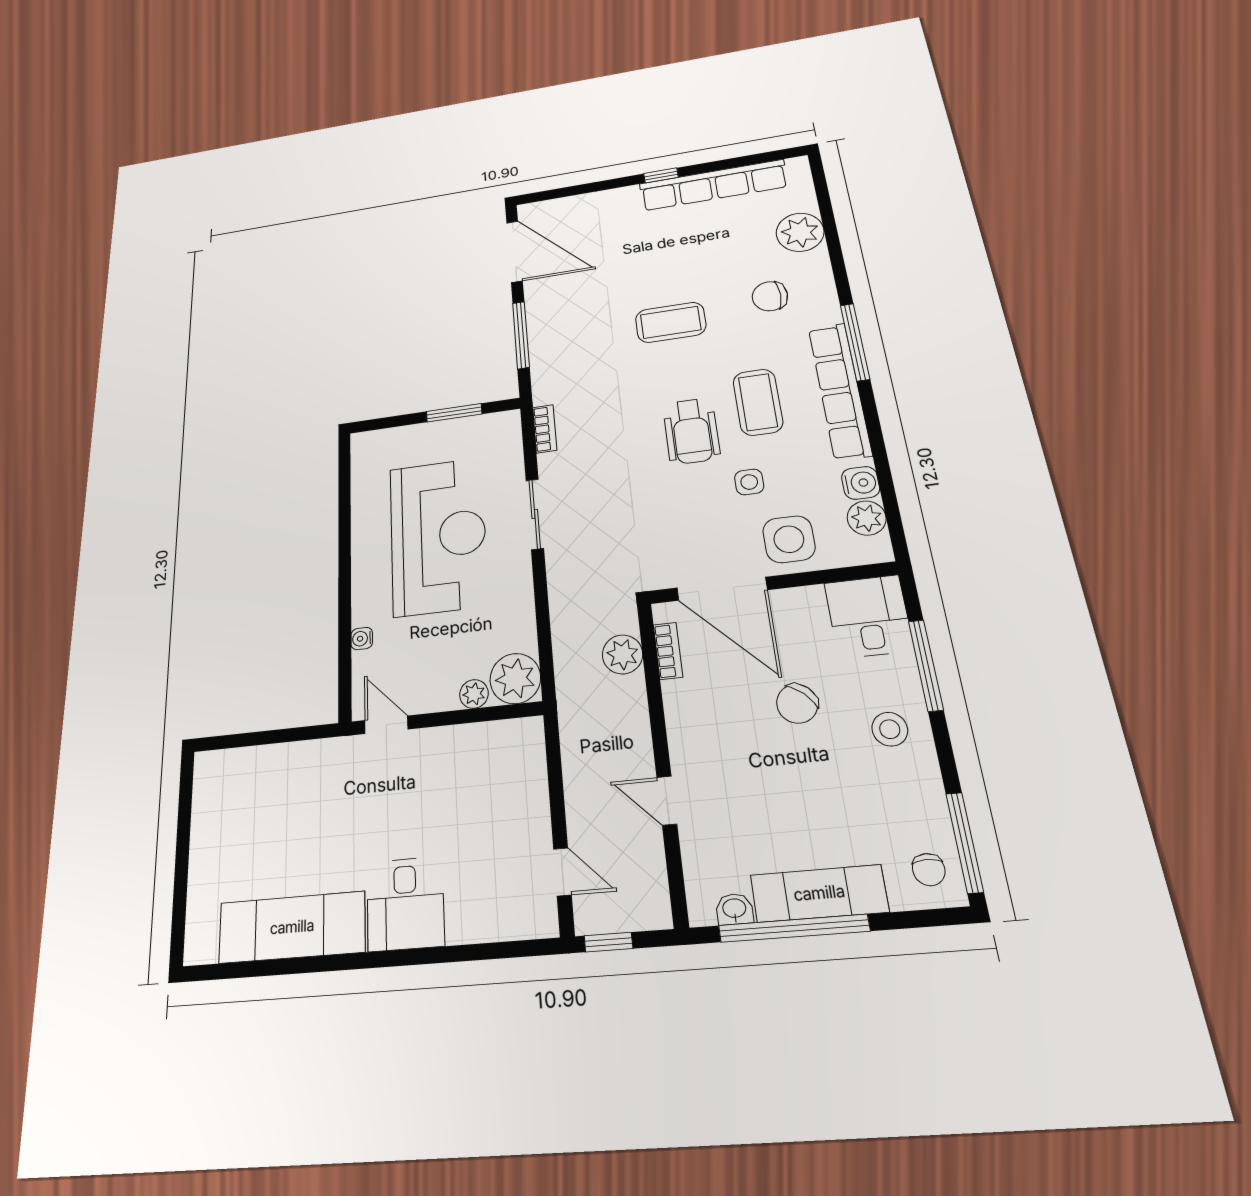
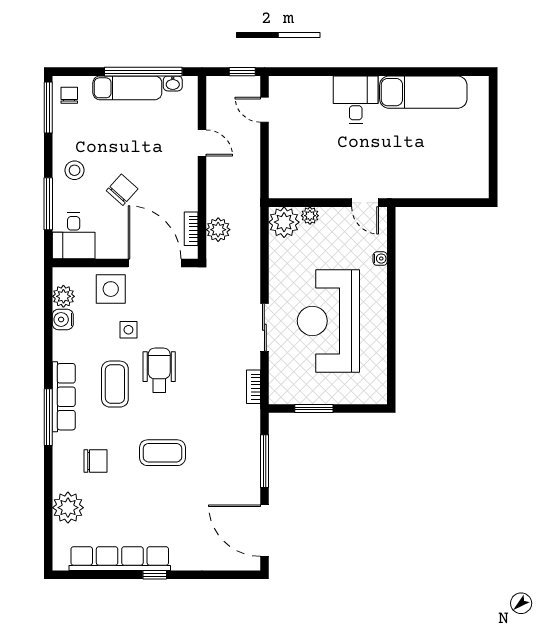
row of seats: (840, 391) -> (64, 397), width x0.73

